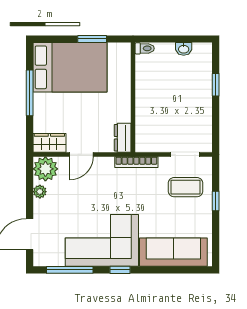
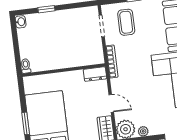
window: (92, 39) -> (26, 123), moved
washbasin: (184, 49) -> (21, 22), moved

